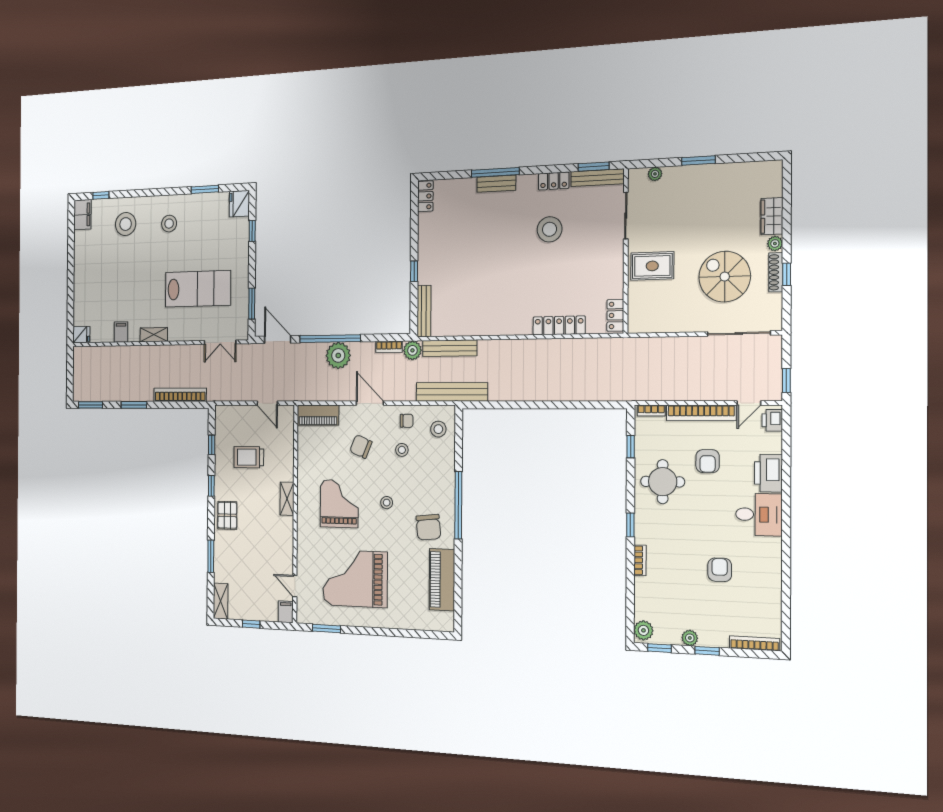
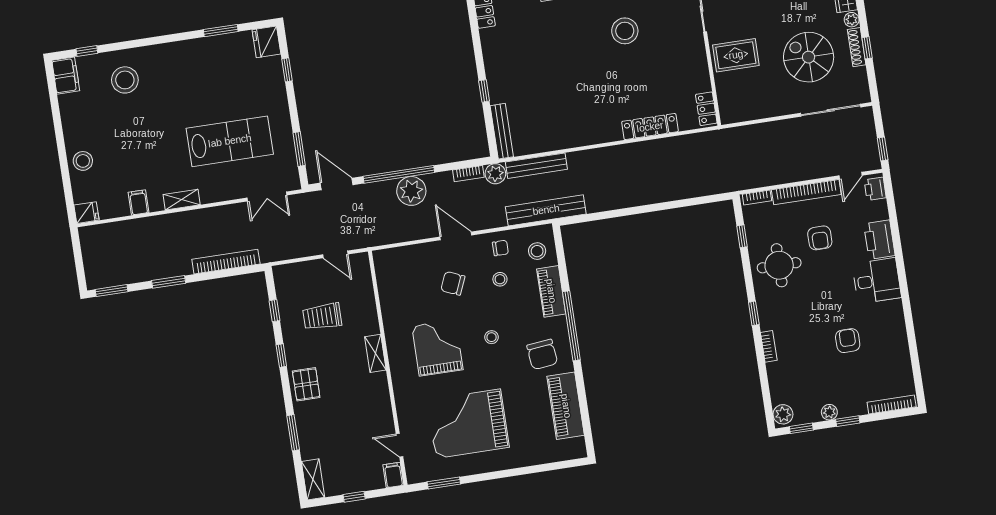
stool: (169, 224) -> (83, 161), moved
piano: (318, 415) -> (551, 291), moved, turned 90

